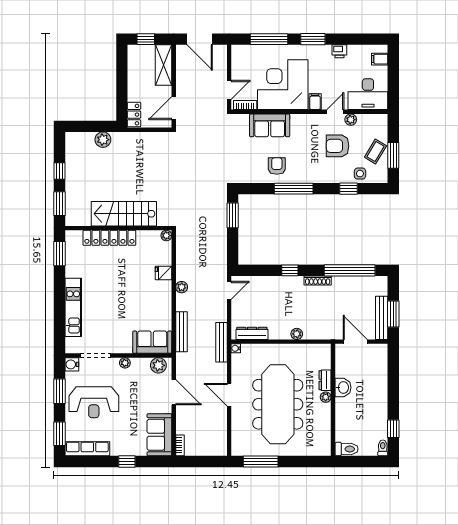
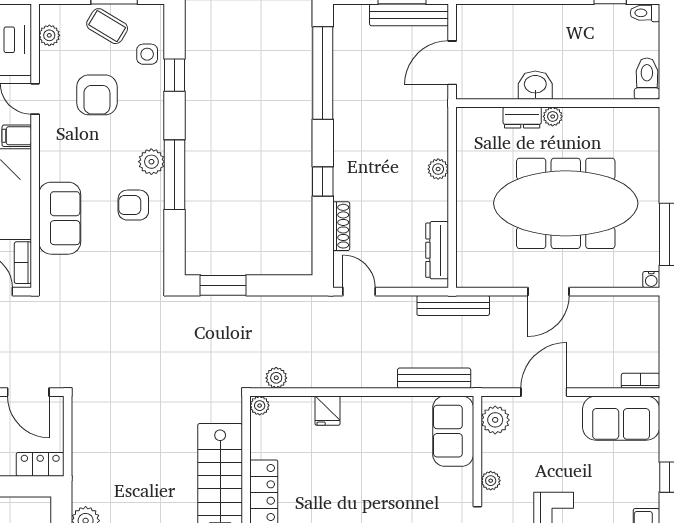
plant: (351, 120) -> (49, 35), moved
plant: (301, 176) -> (151, 162), added
shoe rack: (318, 280) -> (341, 226), moved
plant: (182, 287) -> (276, 378), moved
water cooler: (236, 348) -> (651, 280), moved

